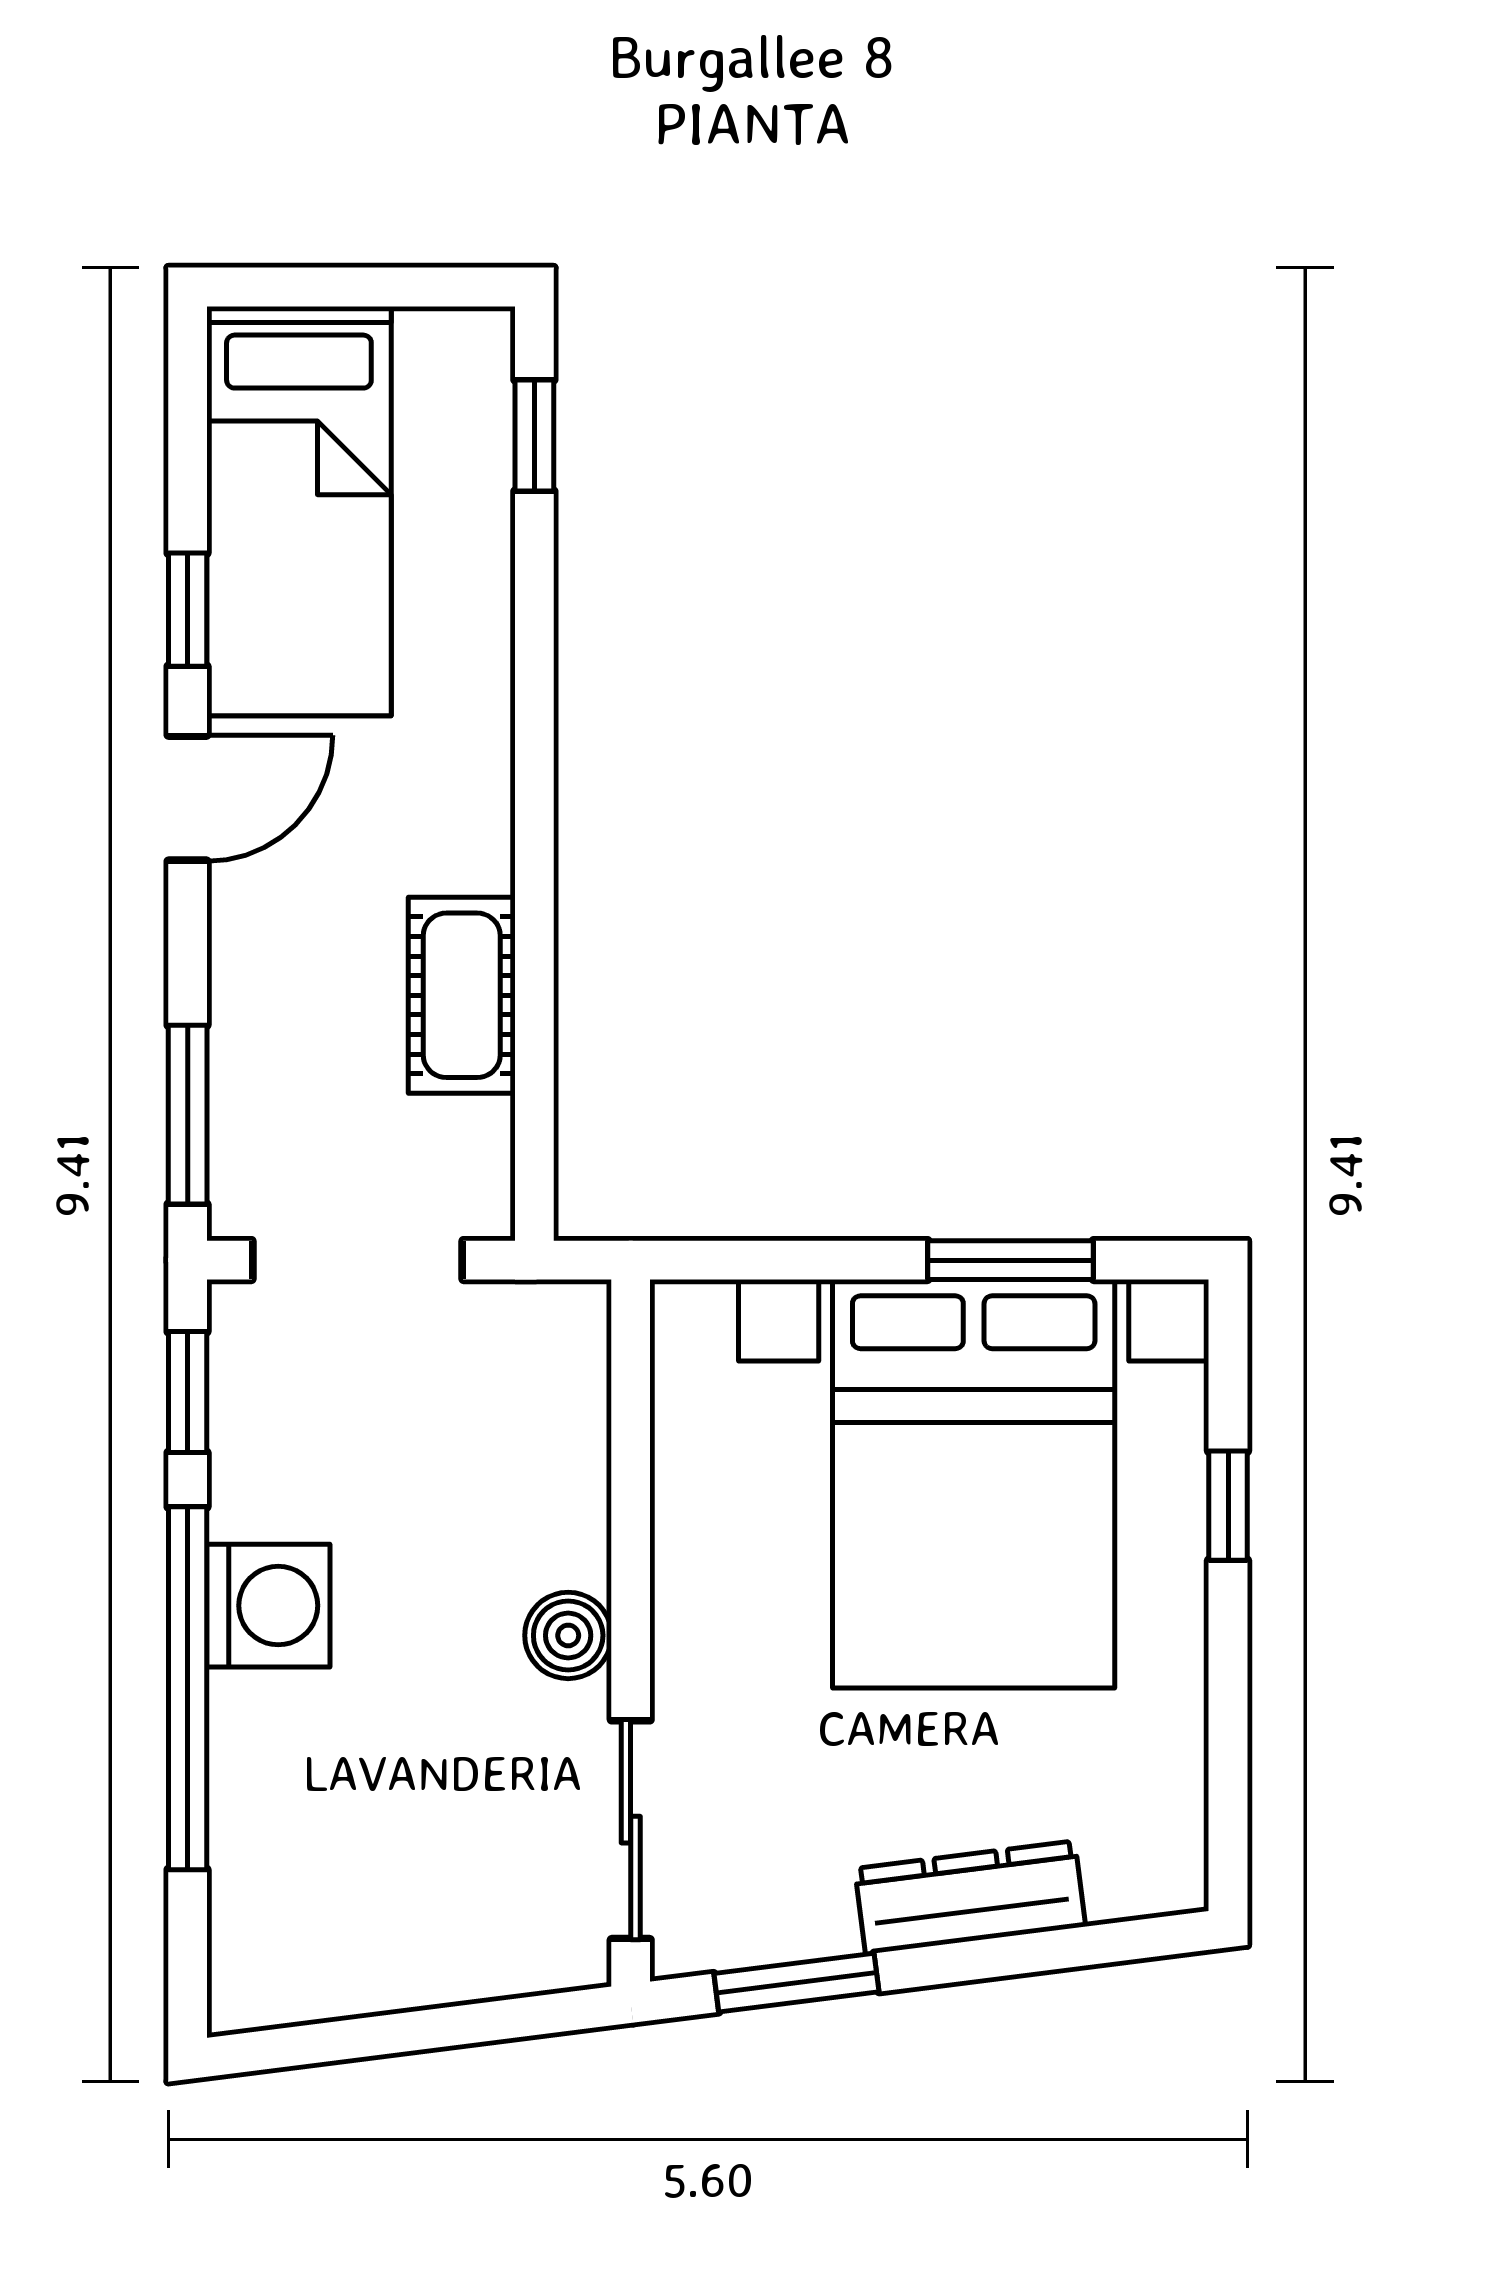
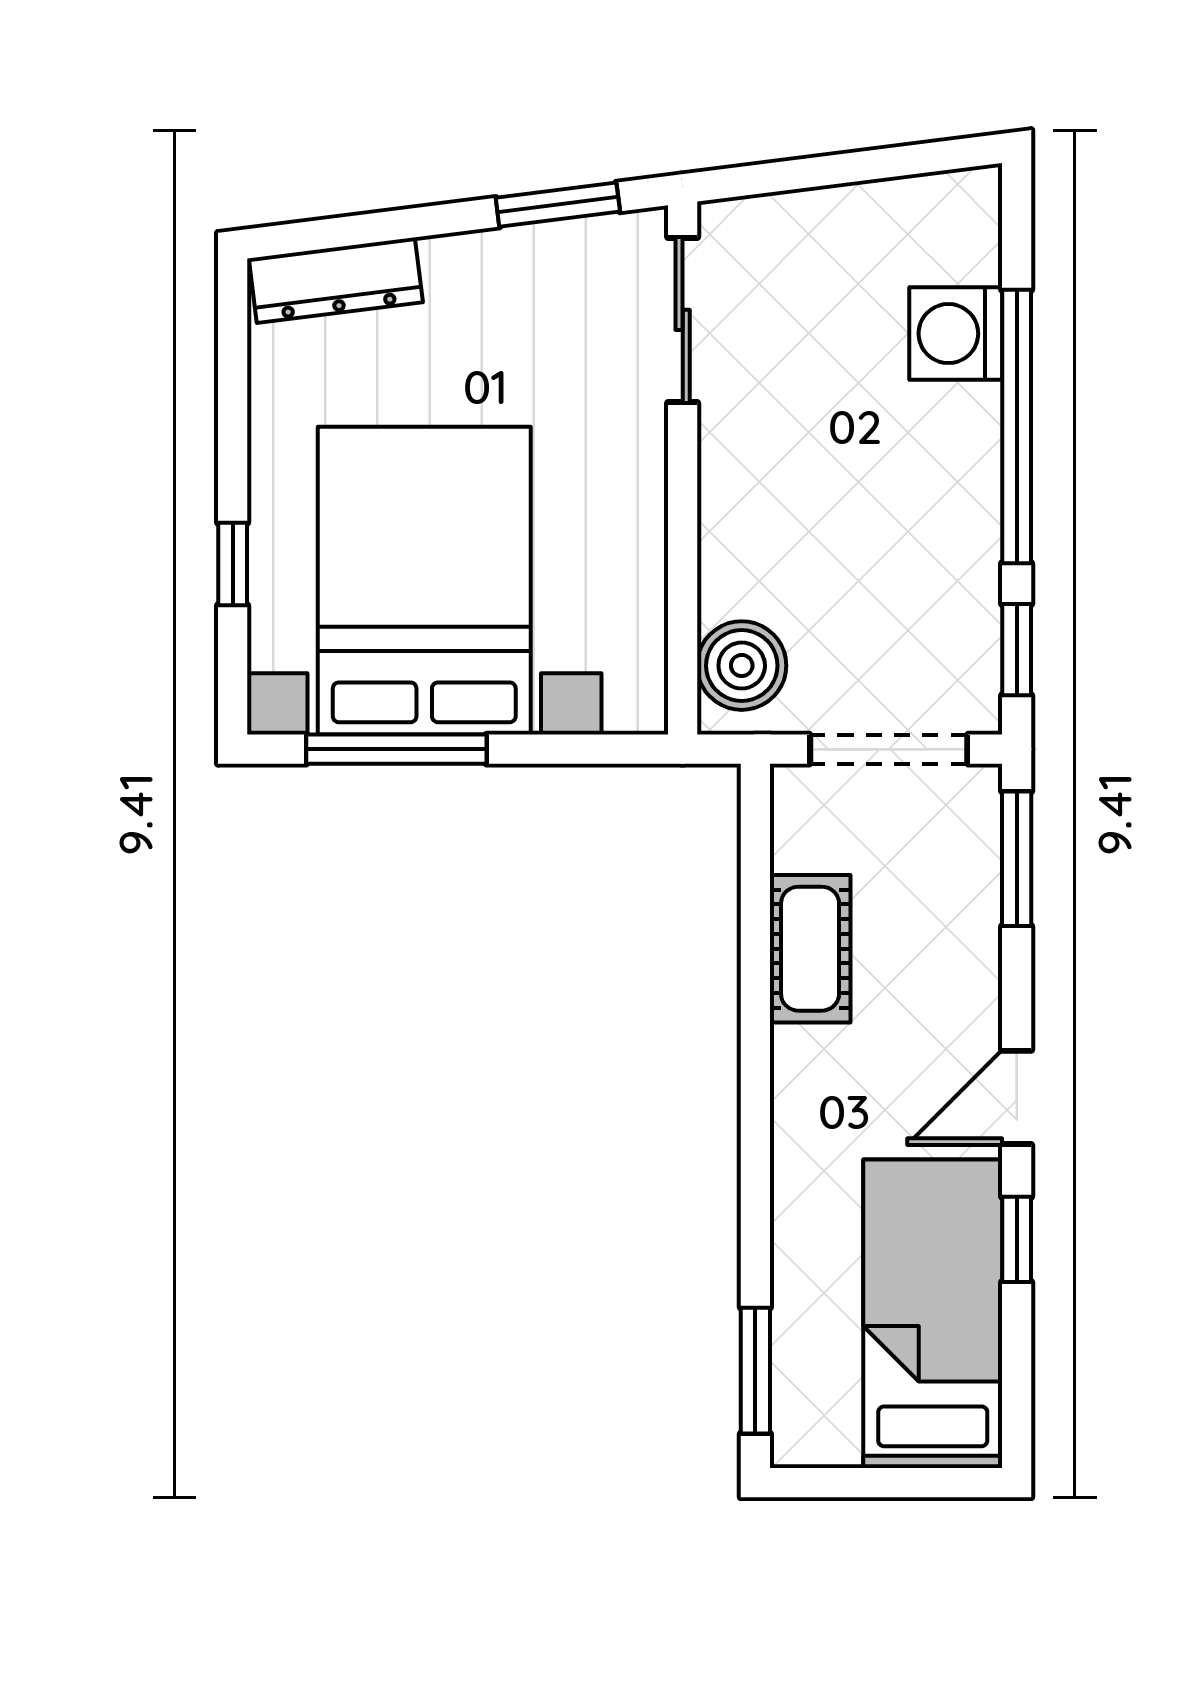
window: (534, 436) -> (755, 1371), width x1.50
window: (1011, 1260) -> (396, 749), width x1.44
washing machine: (268, 1606) -> (956, 334), moved
boiler: (568, 1635) -> (742, 666), moved, width x1.36, depth x1.36
dresser: (970, 1897) -> (336, 280), moved

